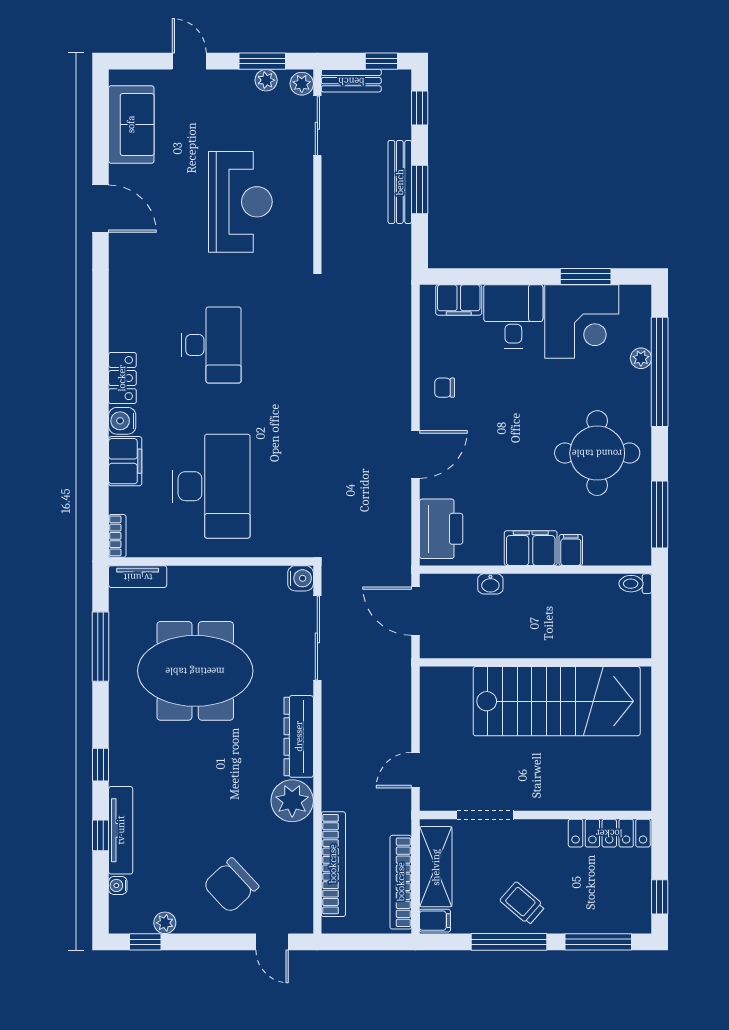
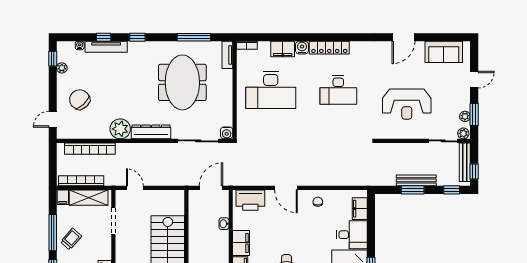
bench: (351, 81) -> (465, 162), width x1.36
locker: (122, 378) -> (329, 48), width x1.53

